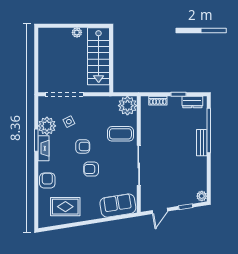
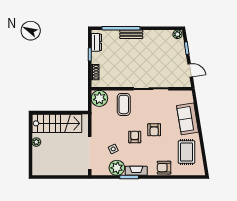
sofa: (118, 205) -> (188, 119), moved

